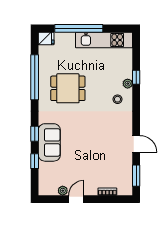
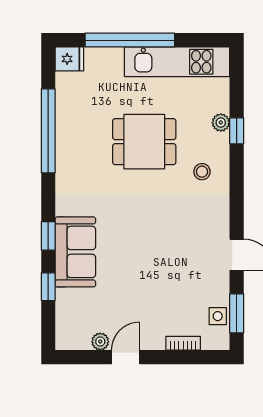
plant: (128, 84) -> (221, 123), moved
dining table: (68, 88) -> (144, 142), moved
side table: (126, 177) -> (218, 316), added

